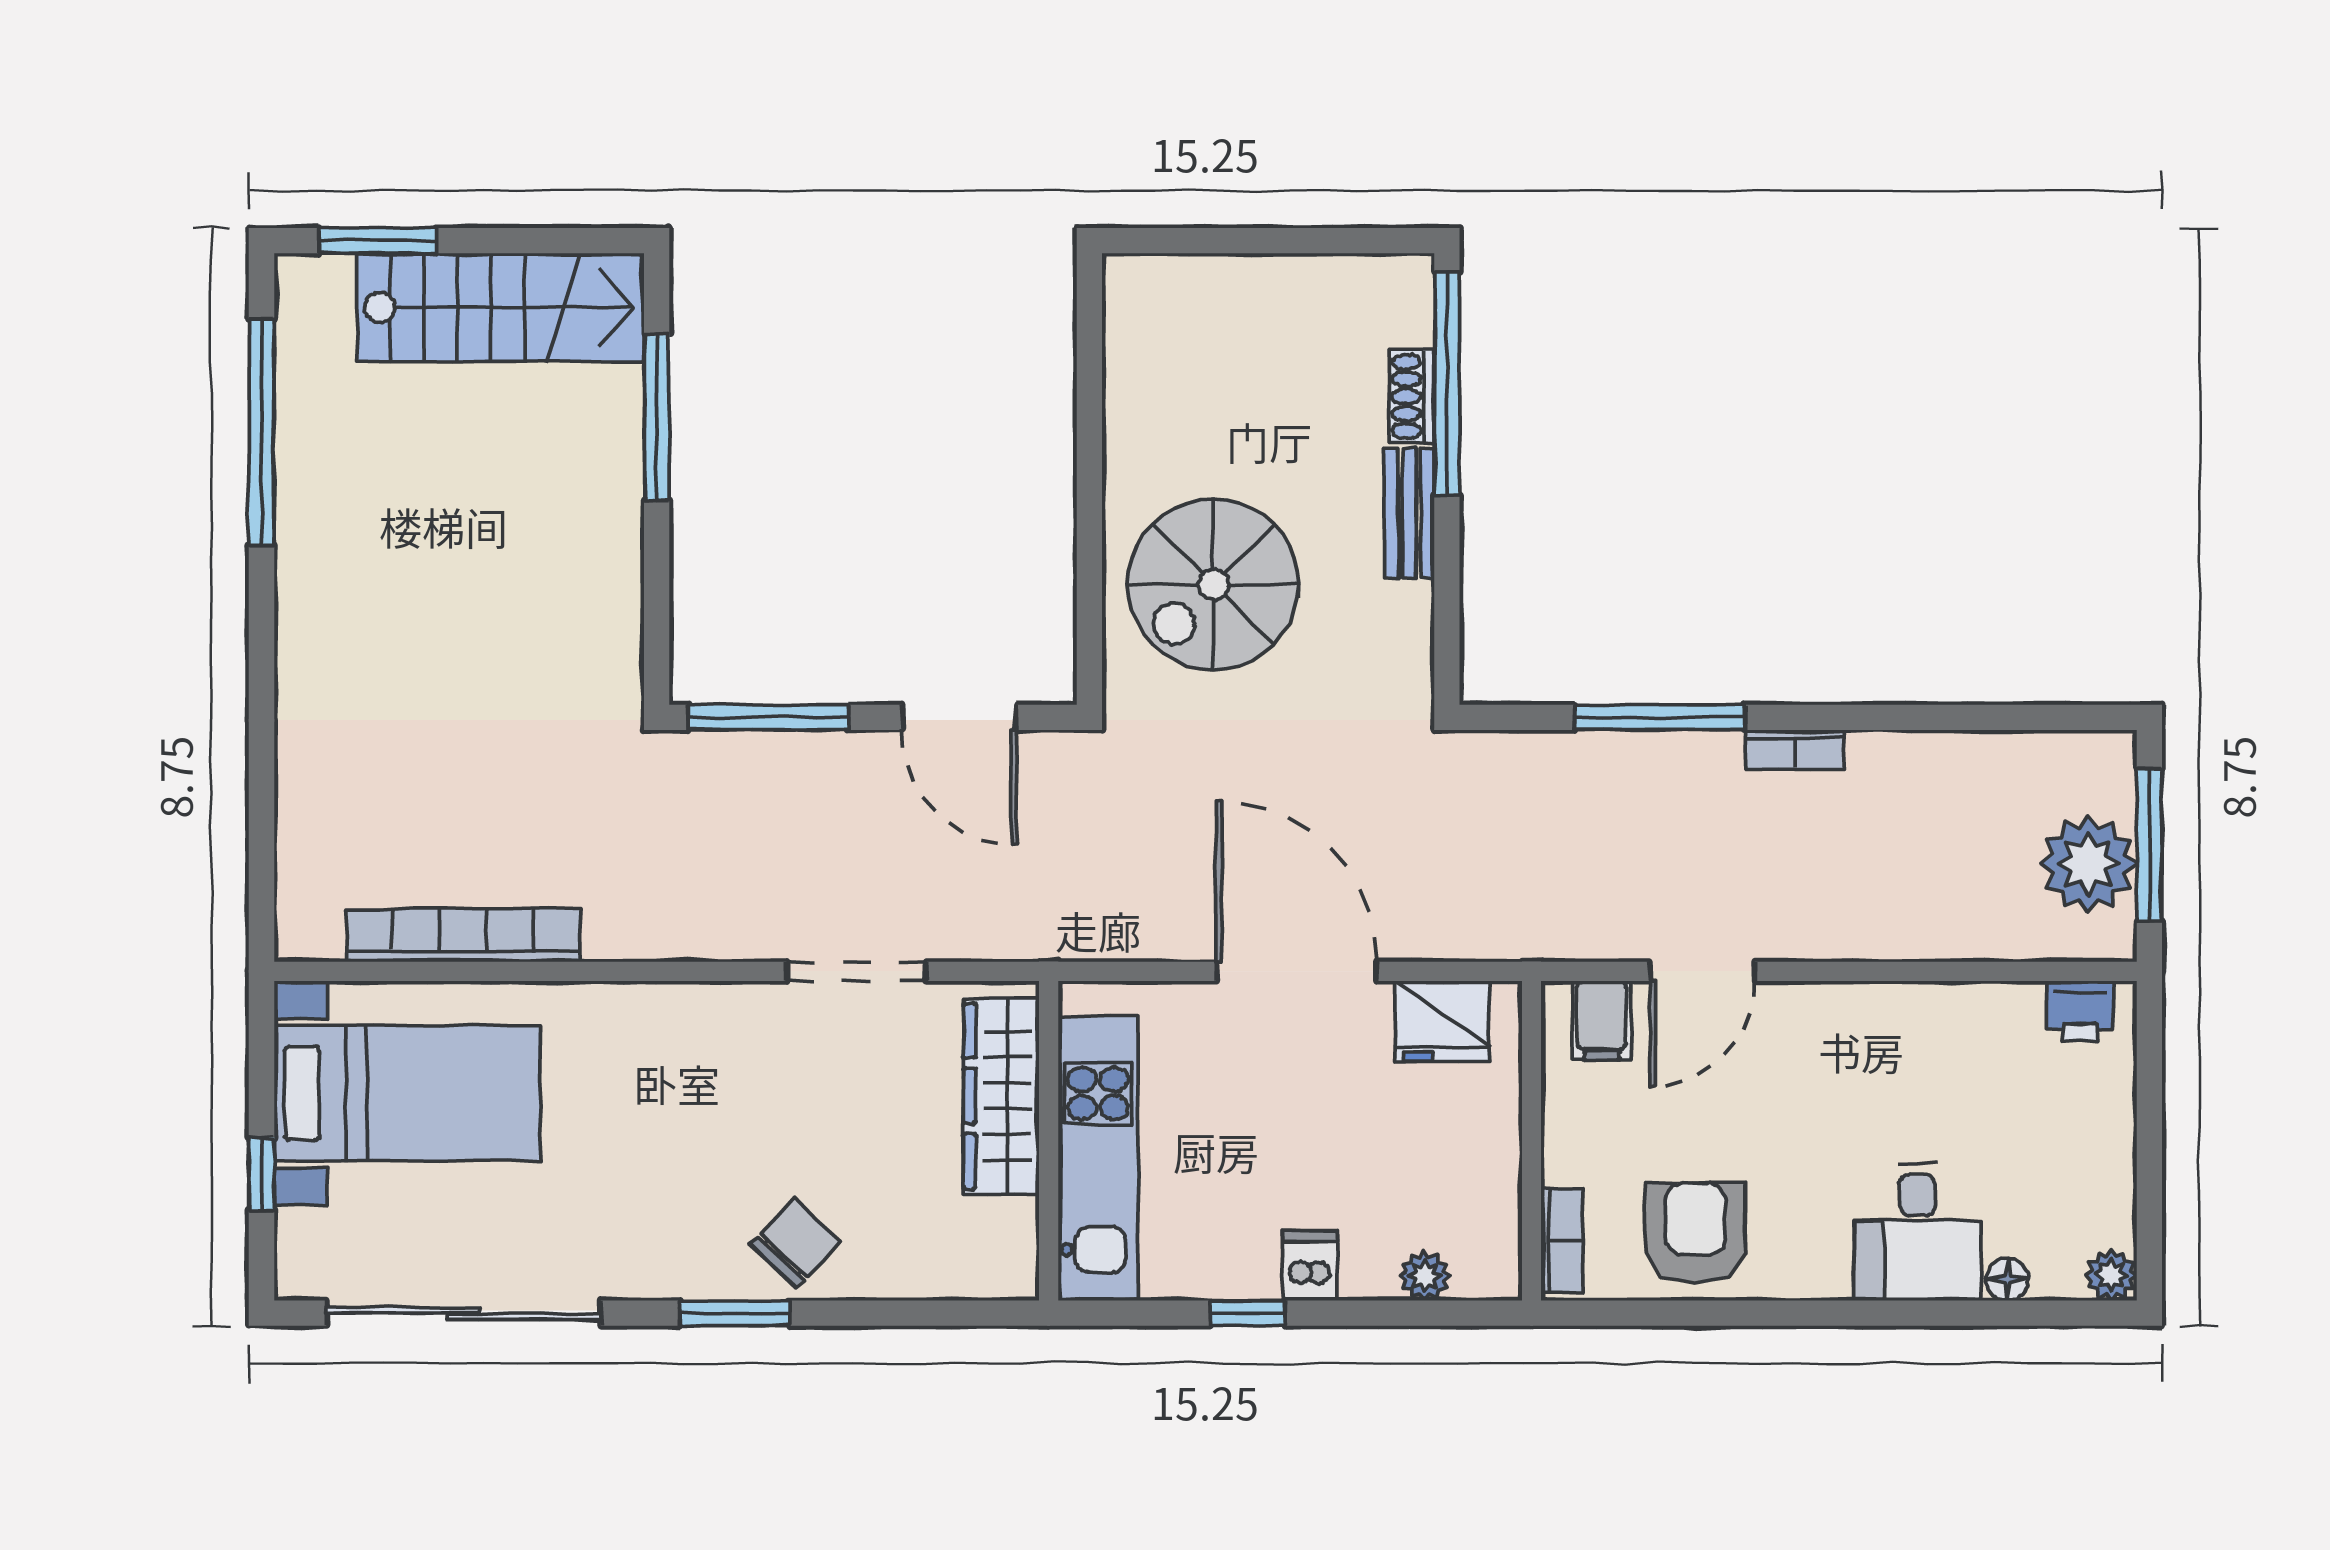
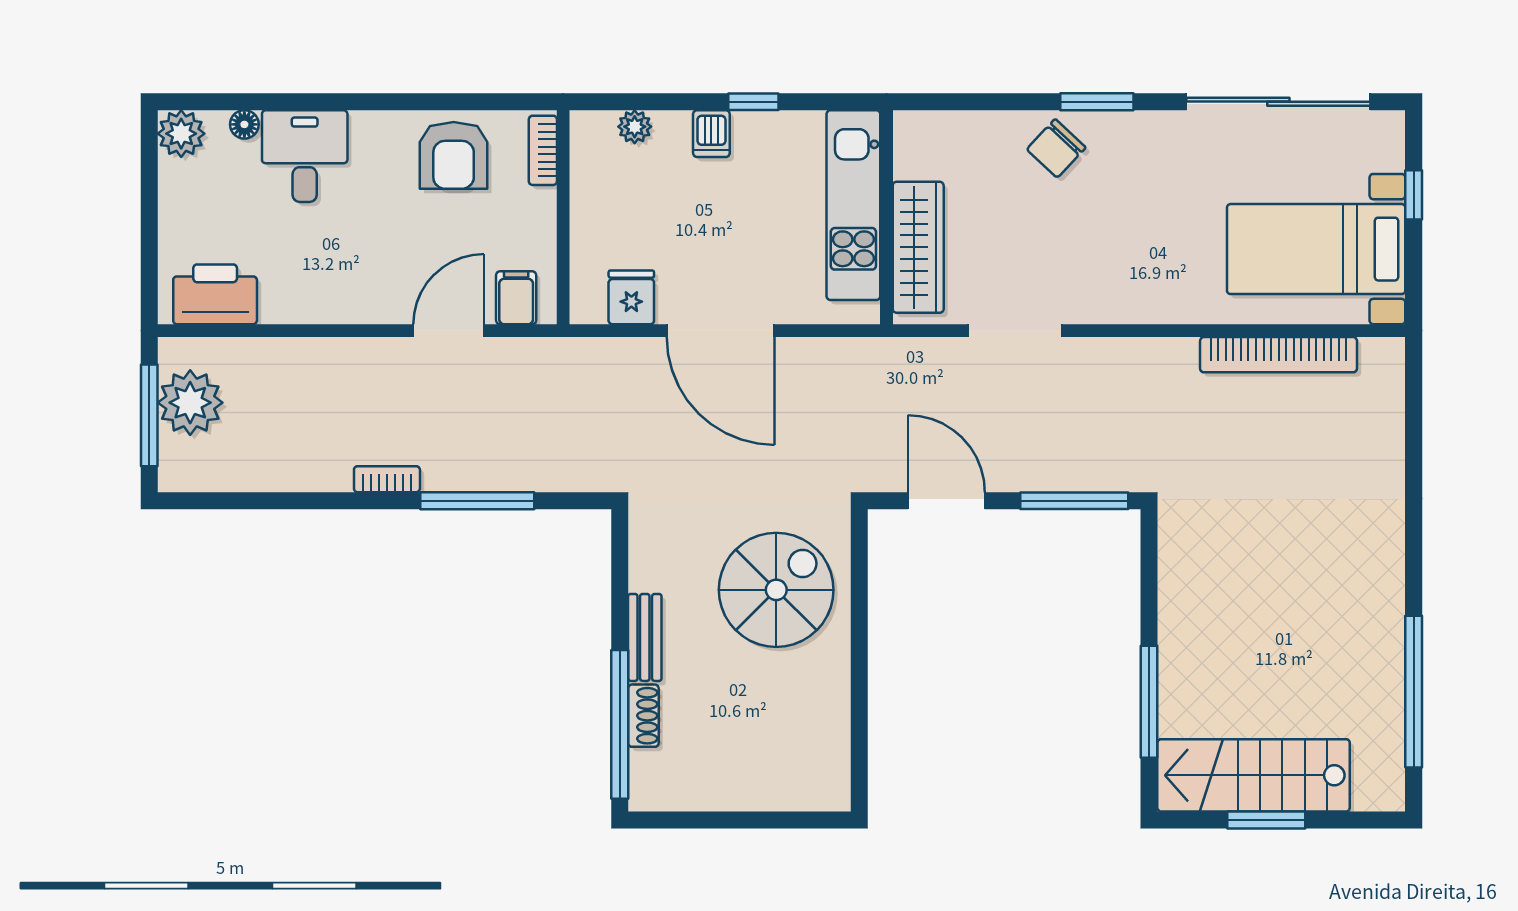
window: (378, 241) -> (1266, 820), moved
printer: (2080, 1011) -> (215, 294), width x1.87, depth x1.48
fridge: (1443, 1021) -> (631, 297), width x0.72
plant: (2111, 1275) -> (181, 134), width x1.38, depth x1.38

